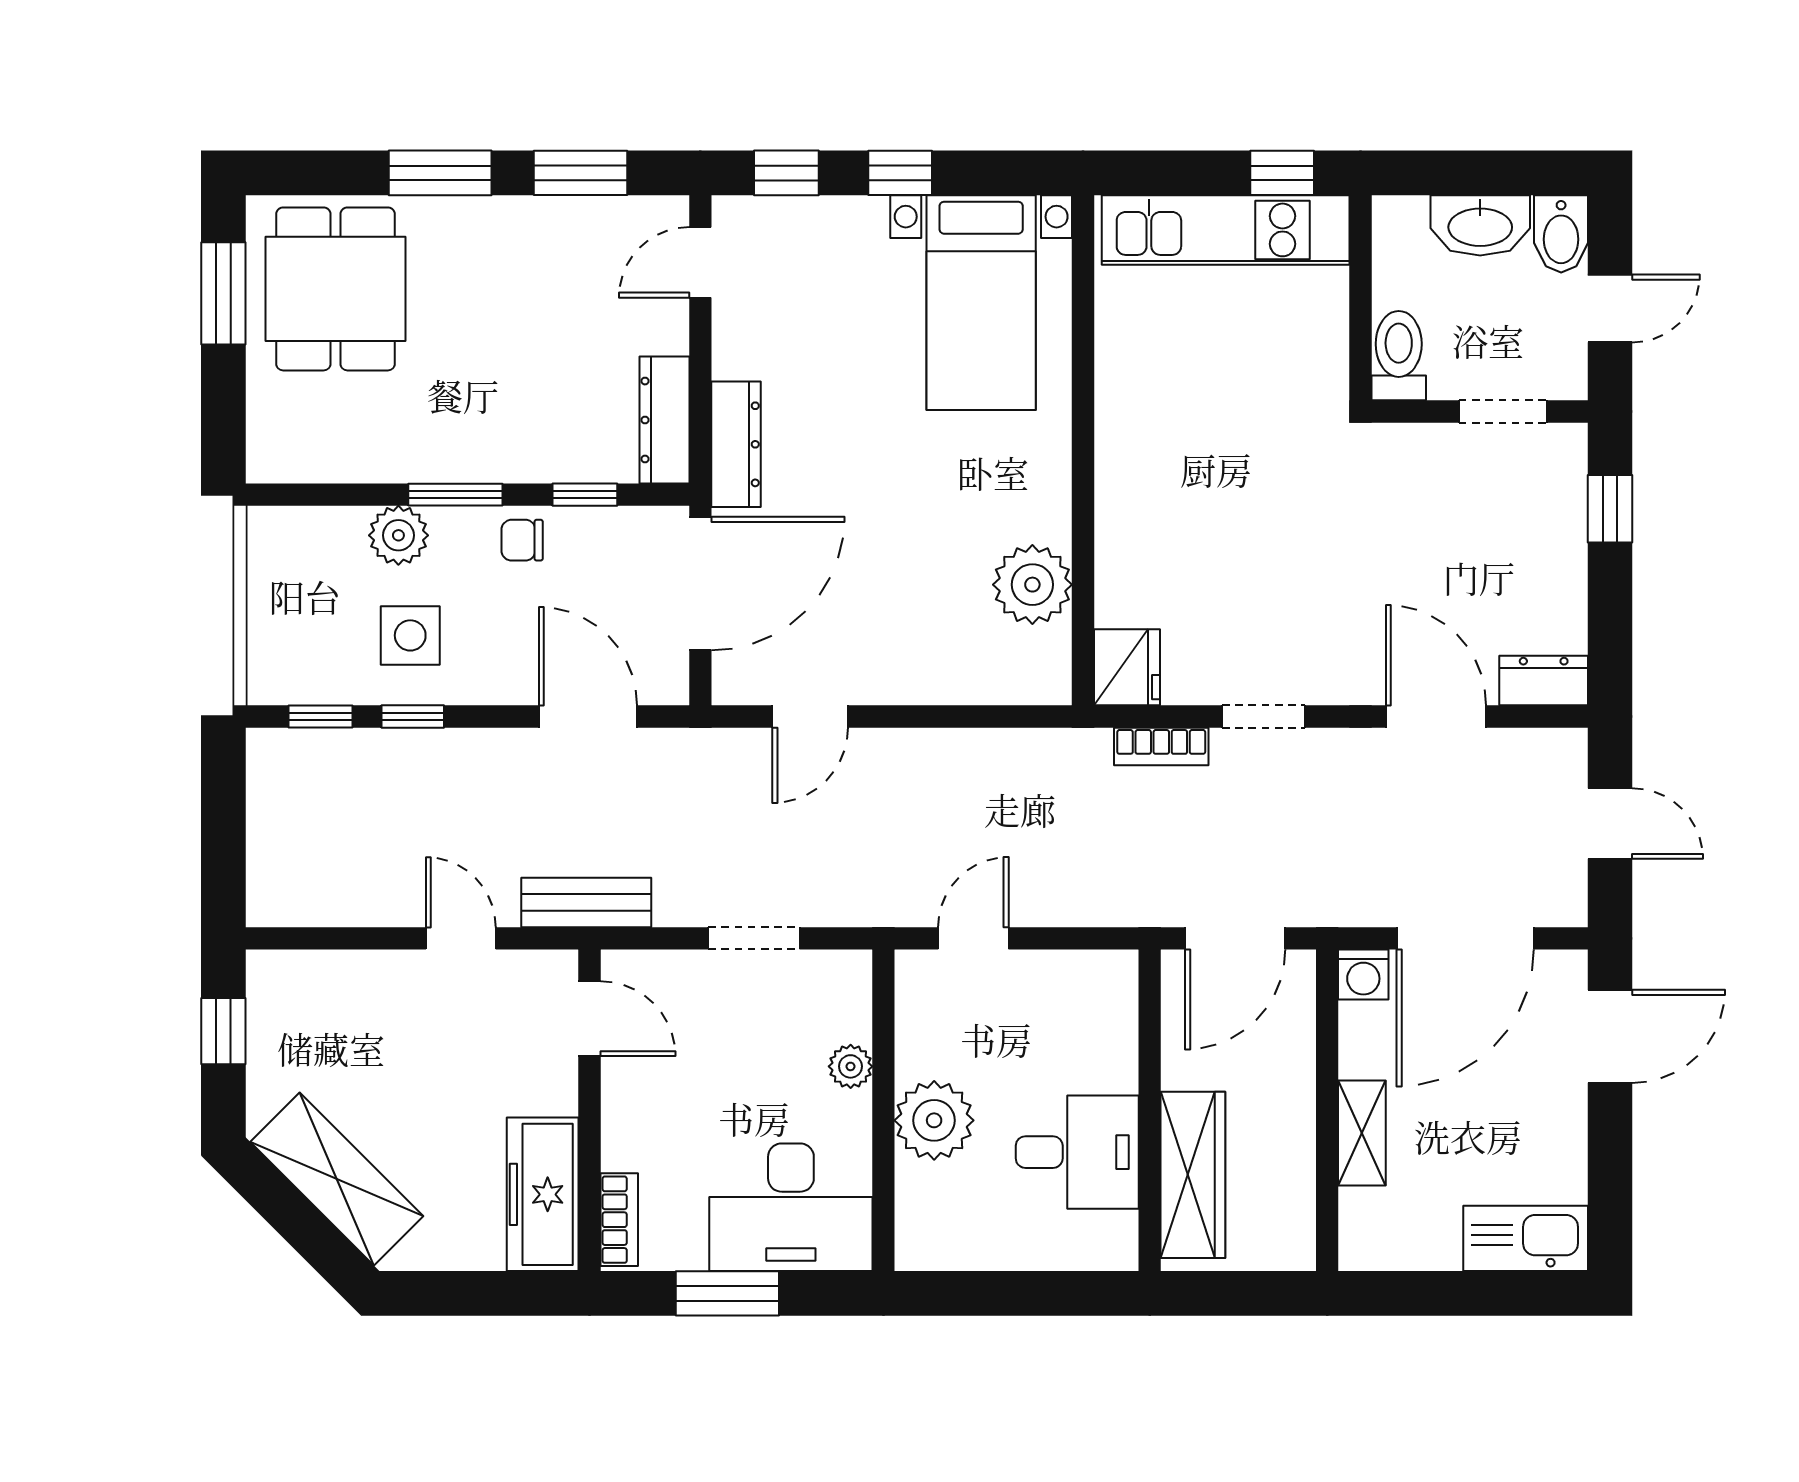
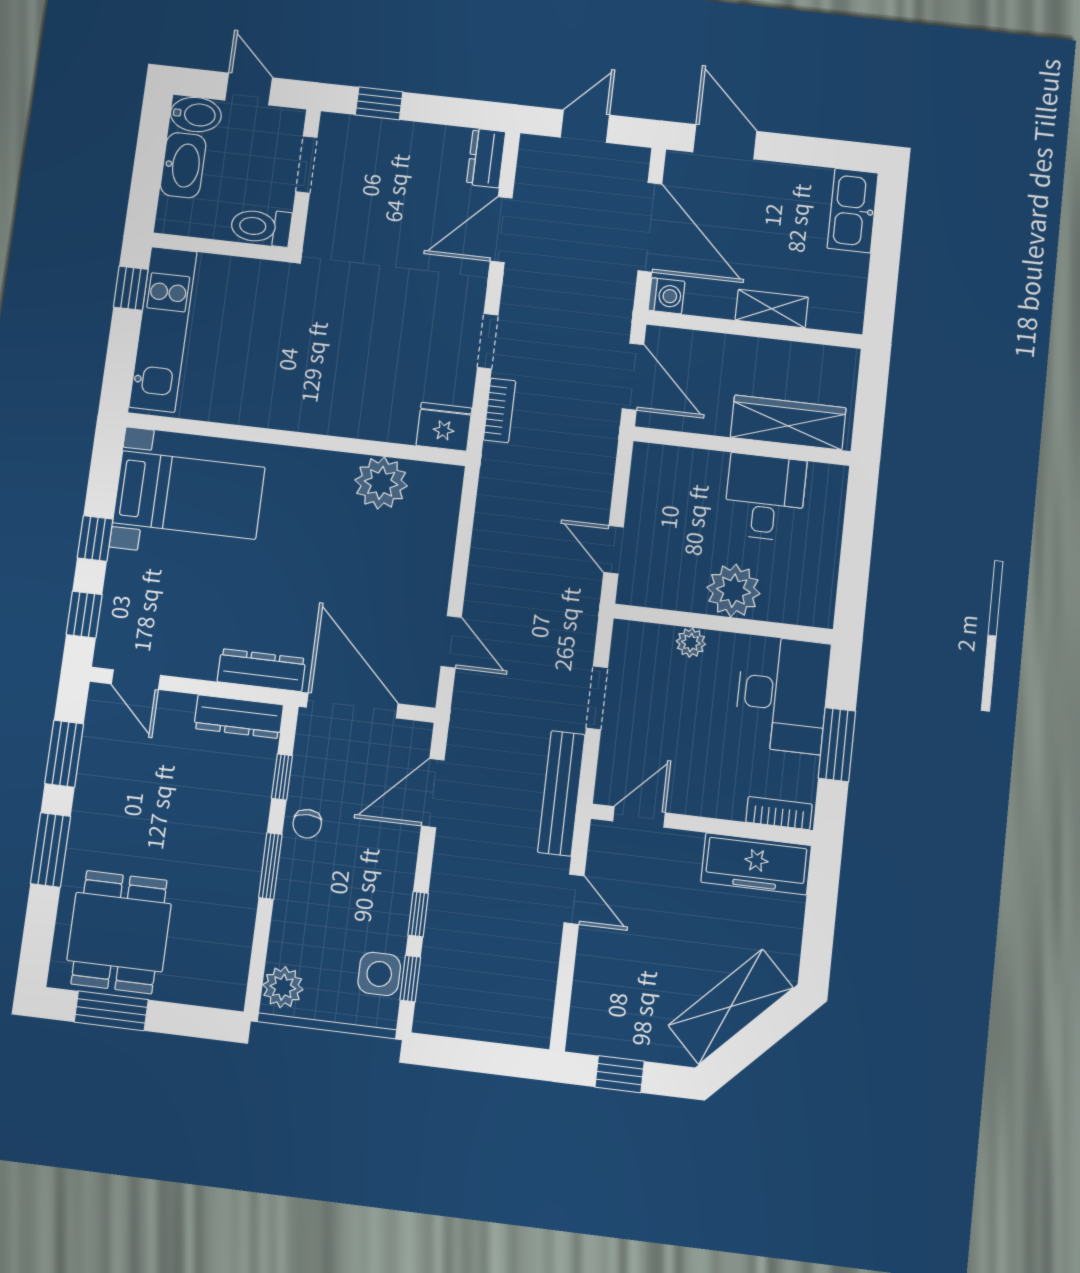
dining table: (335, 289) -> (119, 932), turned 90
plant: (398, 535) -> (283, 987), moved
side table: (410, 635) -> (379, 974), moved
bench: (586, 902) -> (561, 793), width x1.36
door: (461, 938) -> (574, 899), swing flipped

